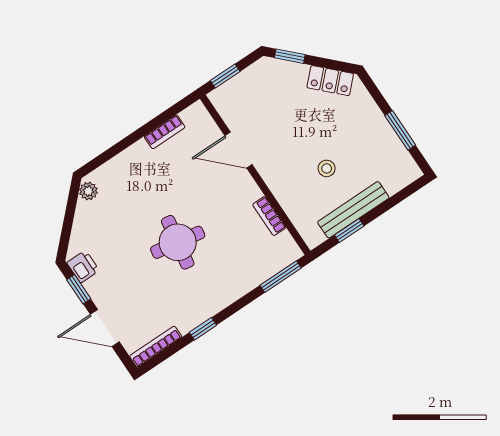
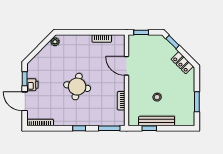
printer: (83, 267) -> (32, 85), moved
window: (203, 329) -> (79, 128), moved

